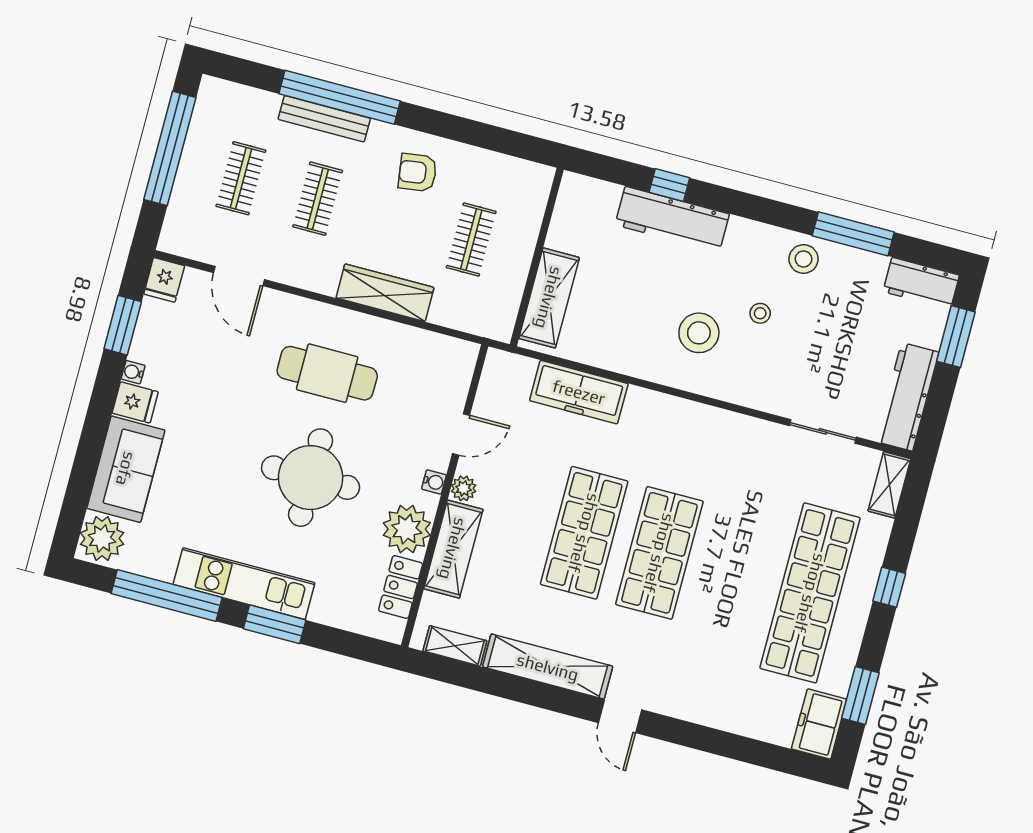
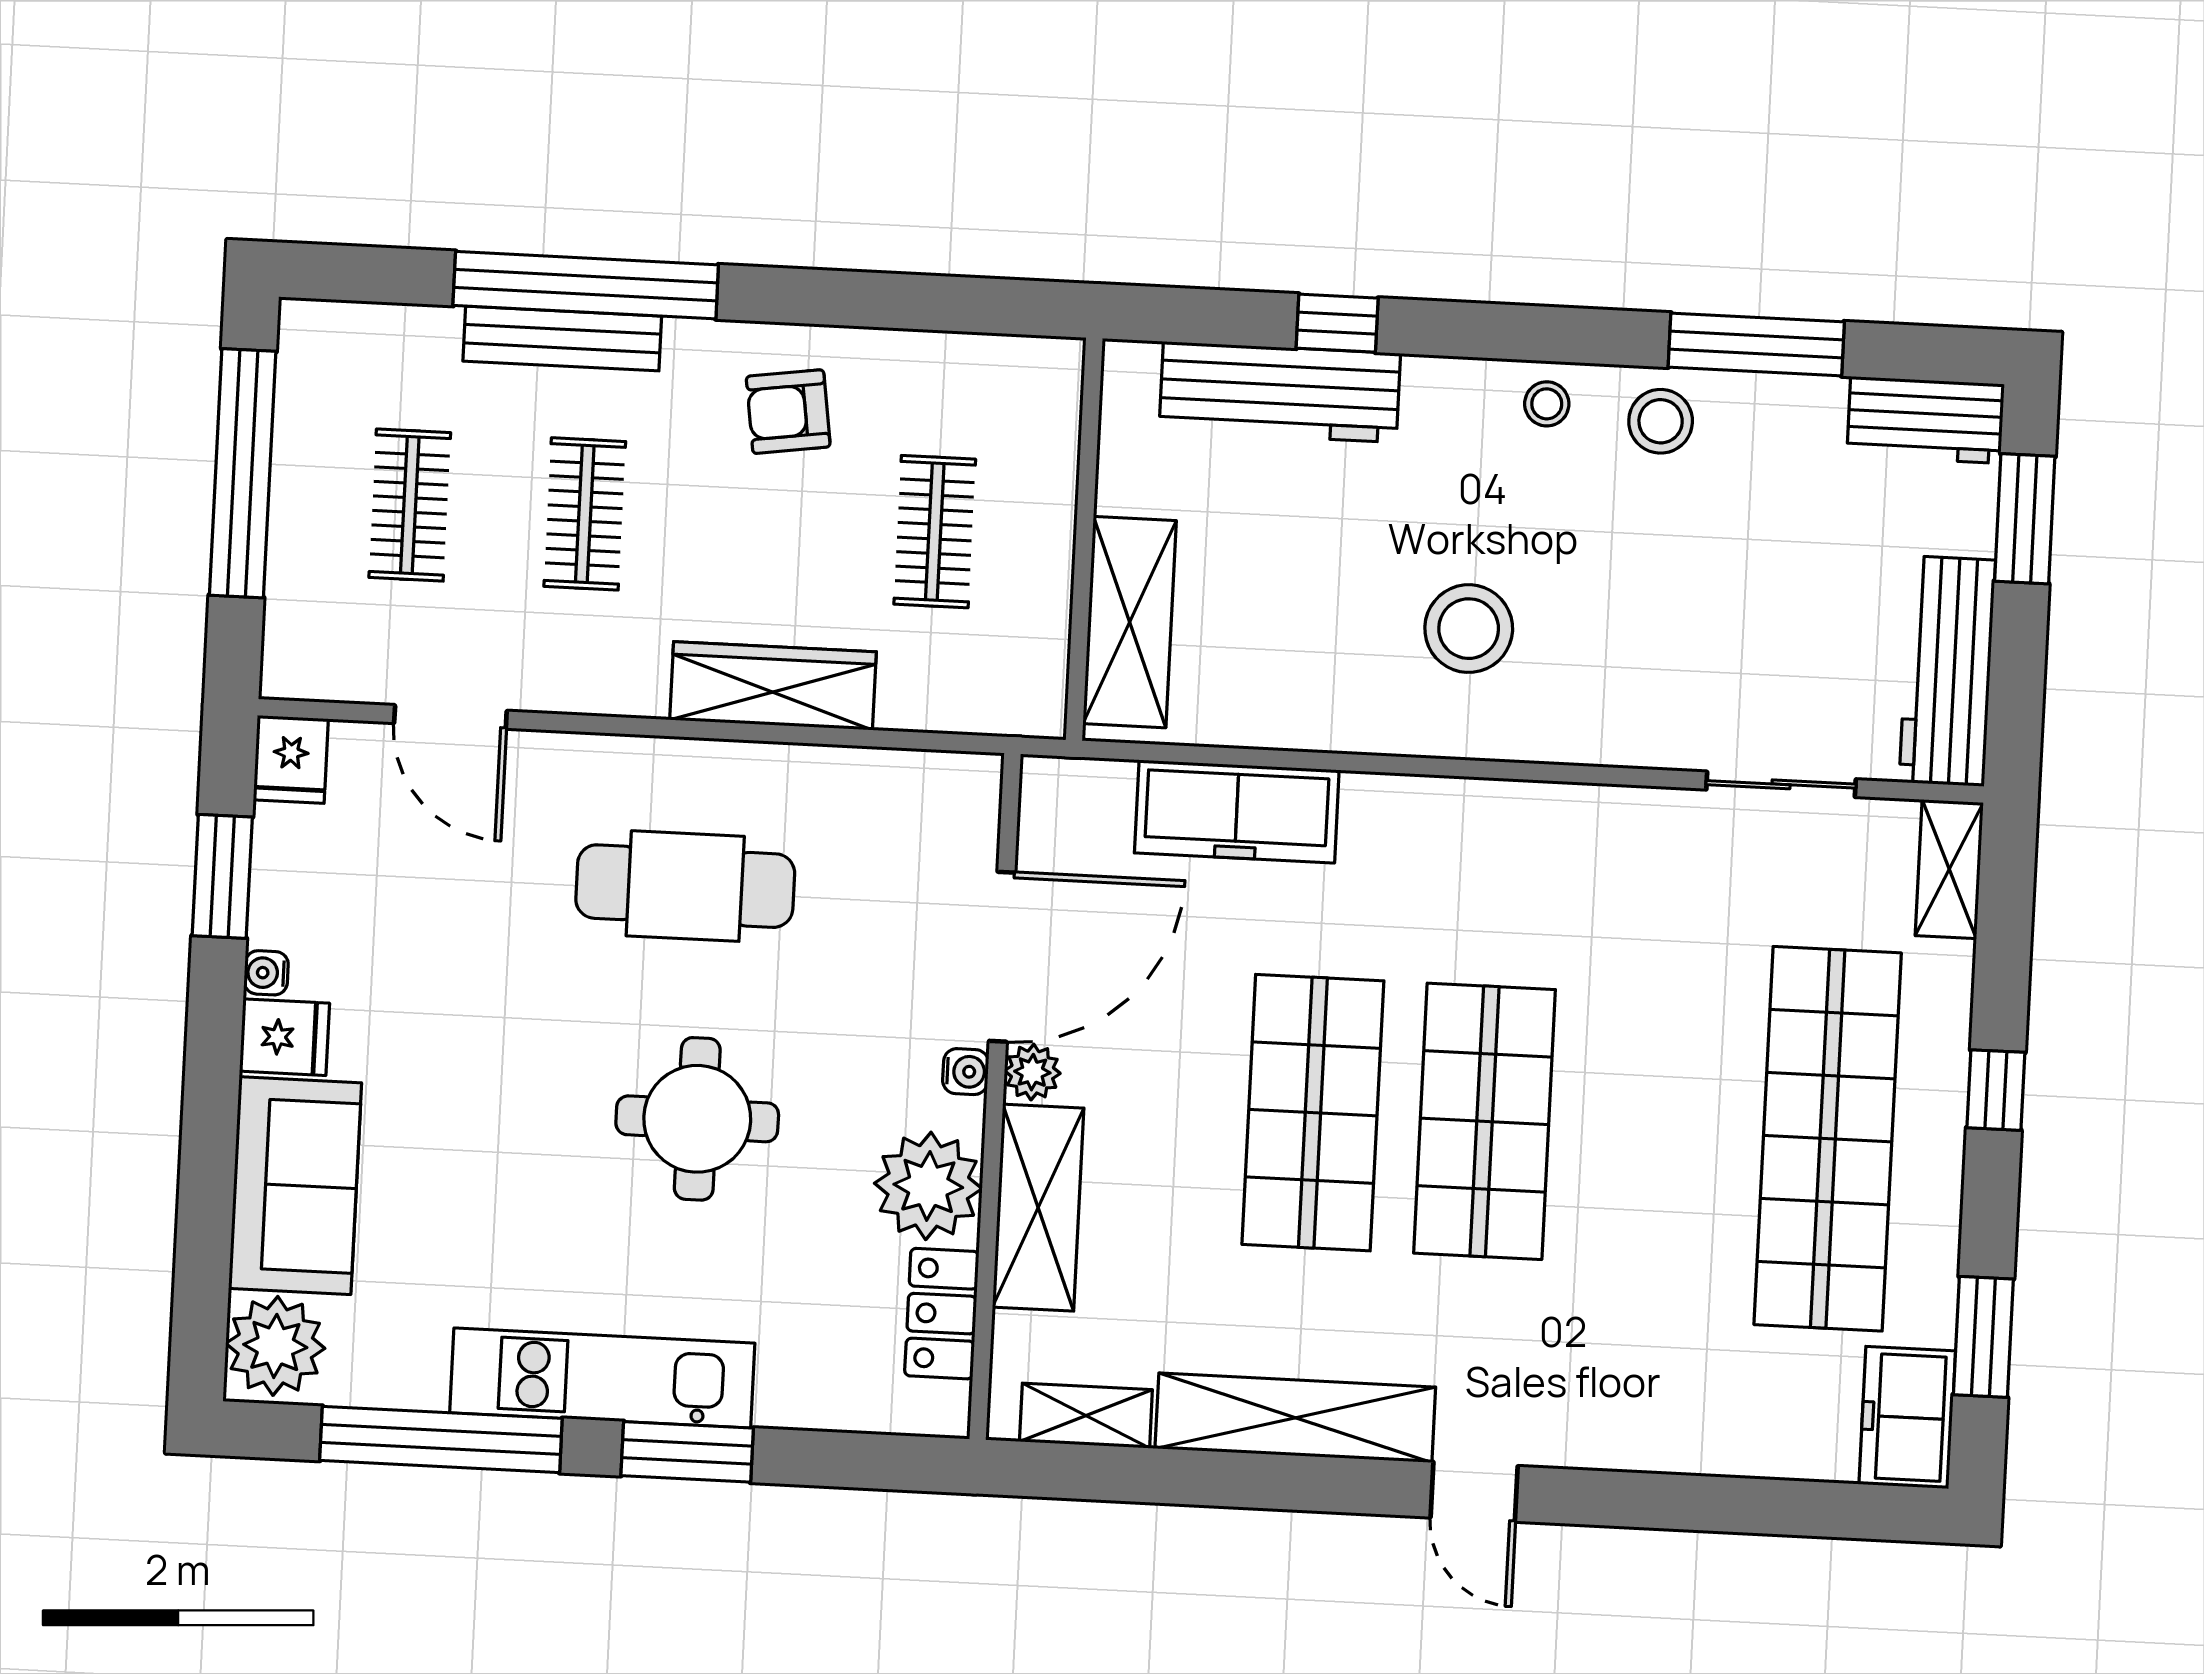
workbench: (672, 219) -> (1280, 392), moved
stool: (760, 313) -> (1547, 404), moved
door: (461, 434) -> (1002, 957), width x1.88
round table: (311, 478) -> (697, 1119), width x0.73, depth x0.73

